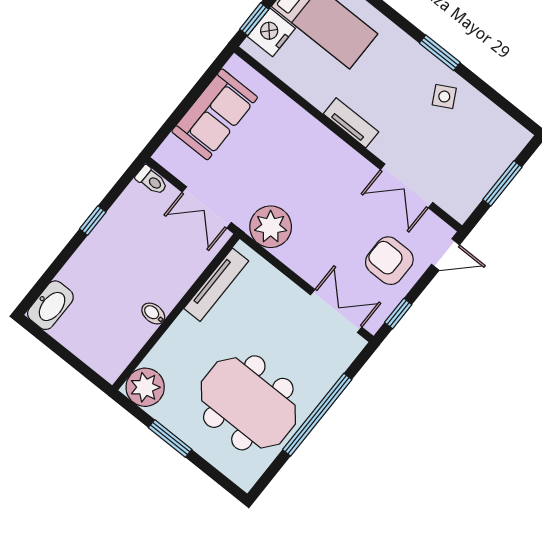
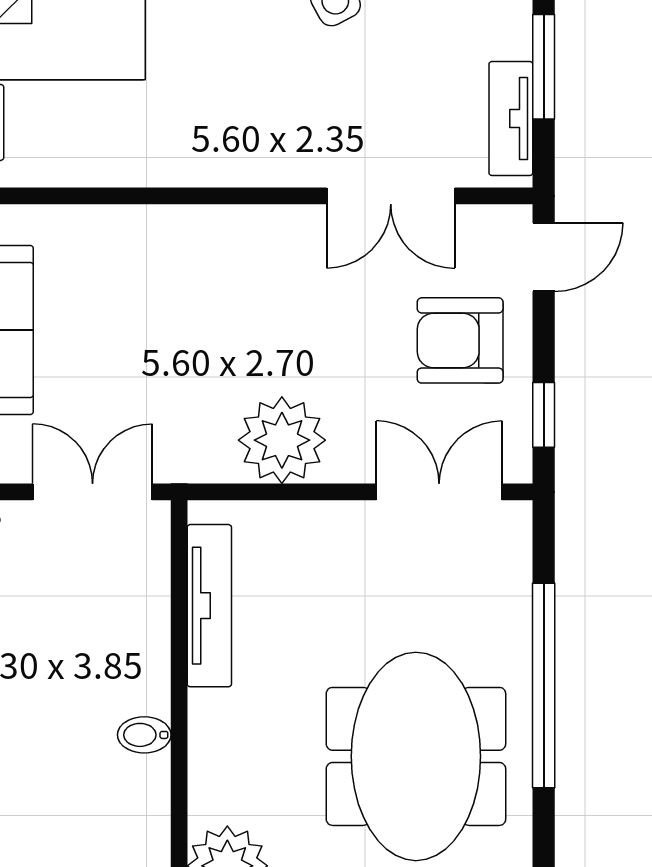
tv unit: (351, 123) -> (511, 118), moved, turned -90
double door: (207, 207) -> (93, 492), swing flipped
plant: (271, 227) -> (282, 440), moved
meeting table: (248, 403) -> (416, 756), turned 90

